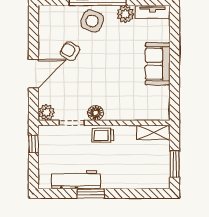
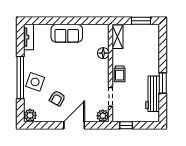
plant: (125, 14) -> (30, 115), moved
door: (34, 74) -> (74, 125), hinge flipped
floor lamp: (96, 113) -> (103, 53), moved

